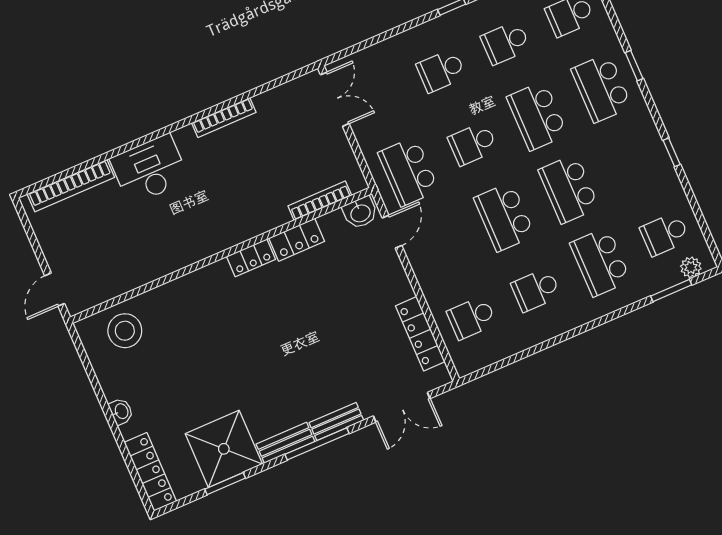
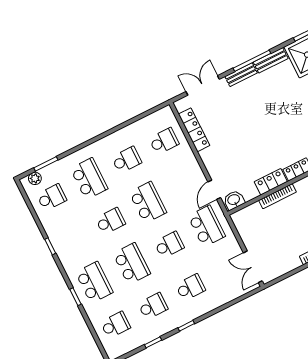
school desk: (569, 189) -> (110, 221), width x0.54
bookcase: (320, 201) -> (277, 196), moved

